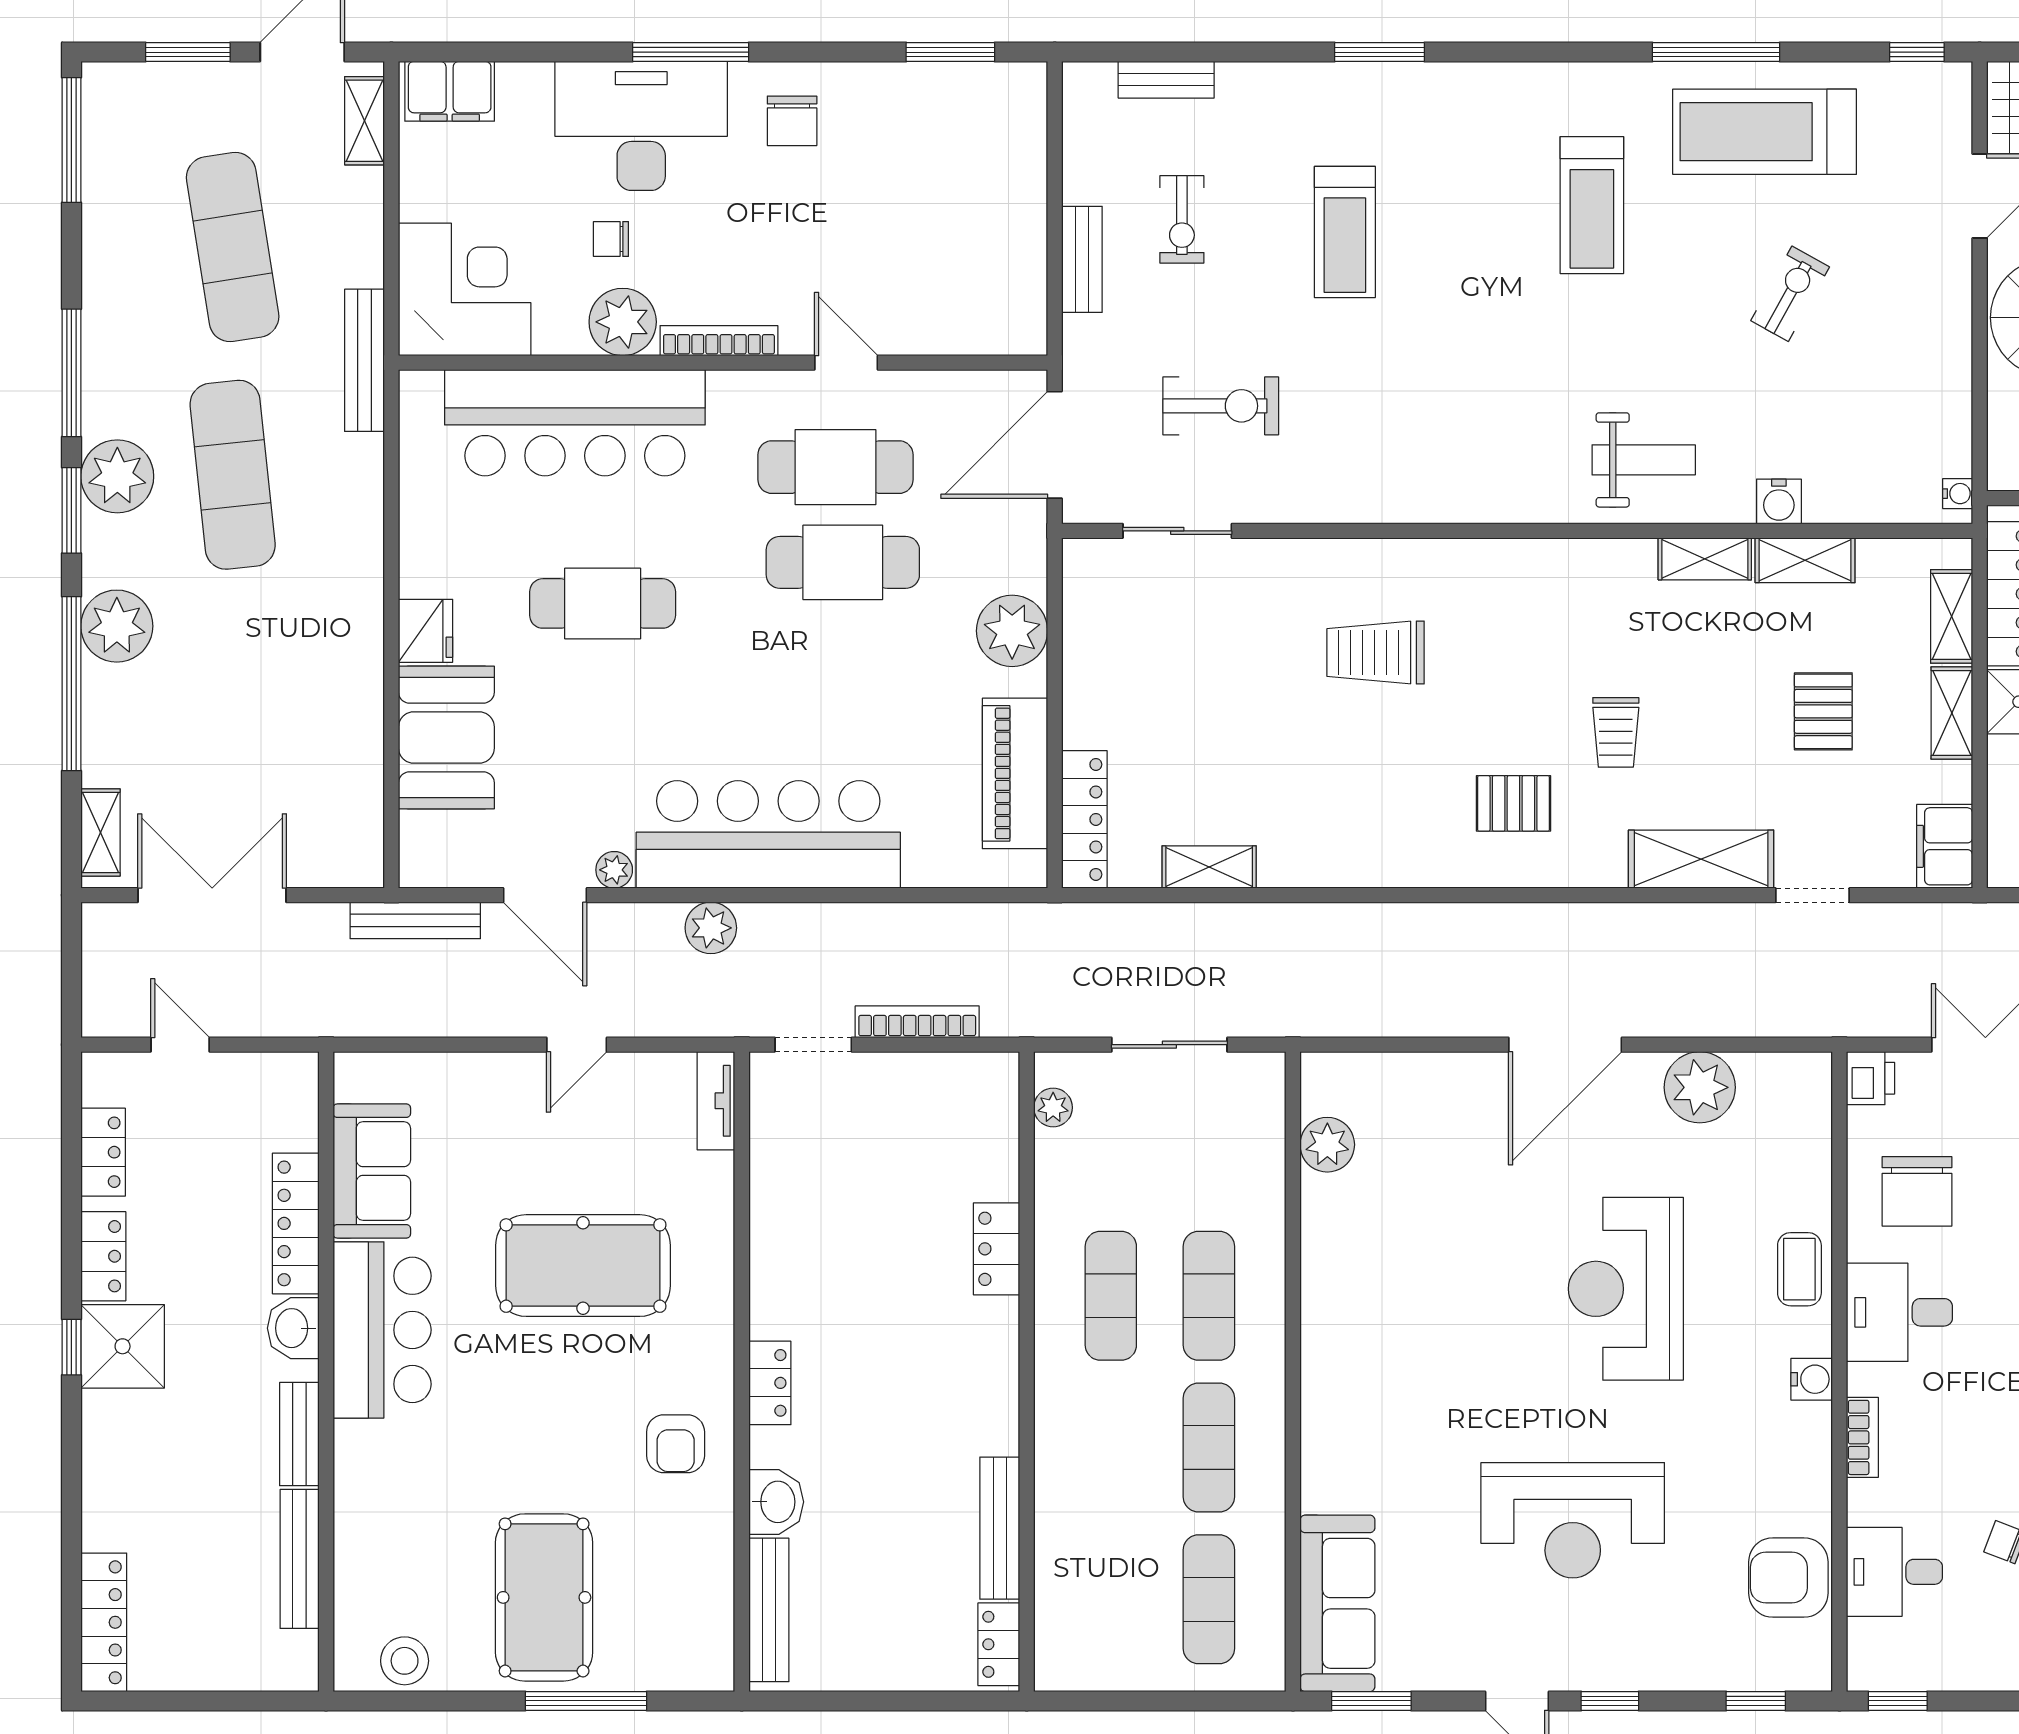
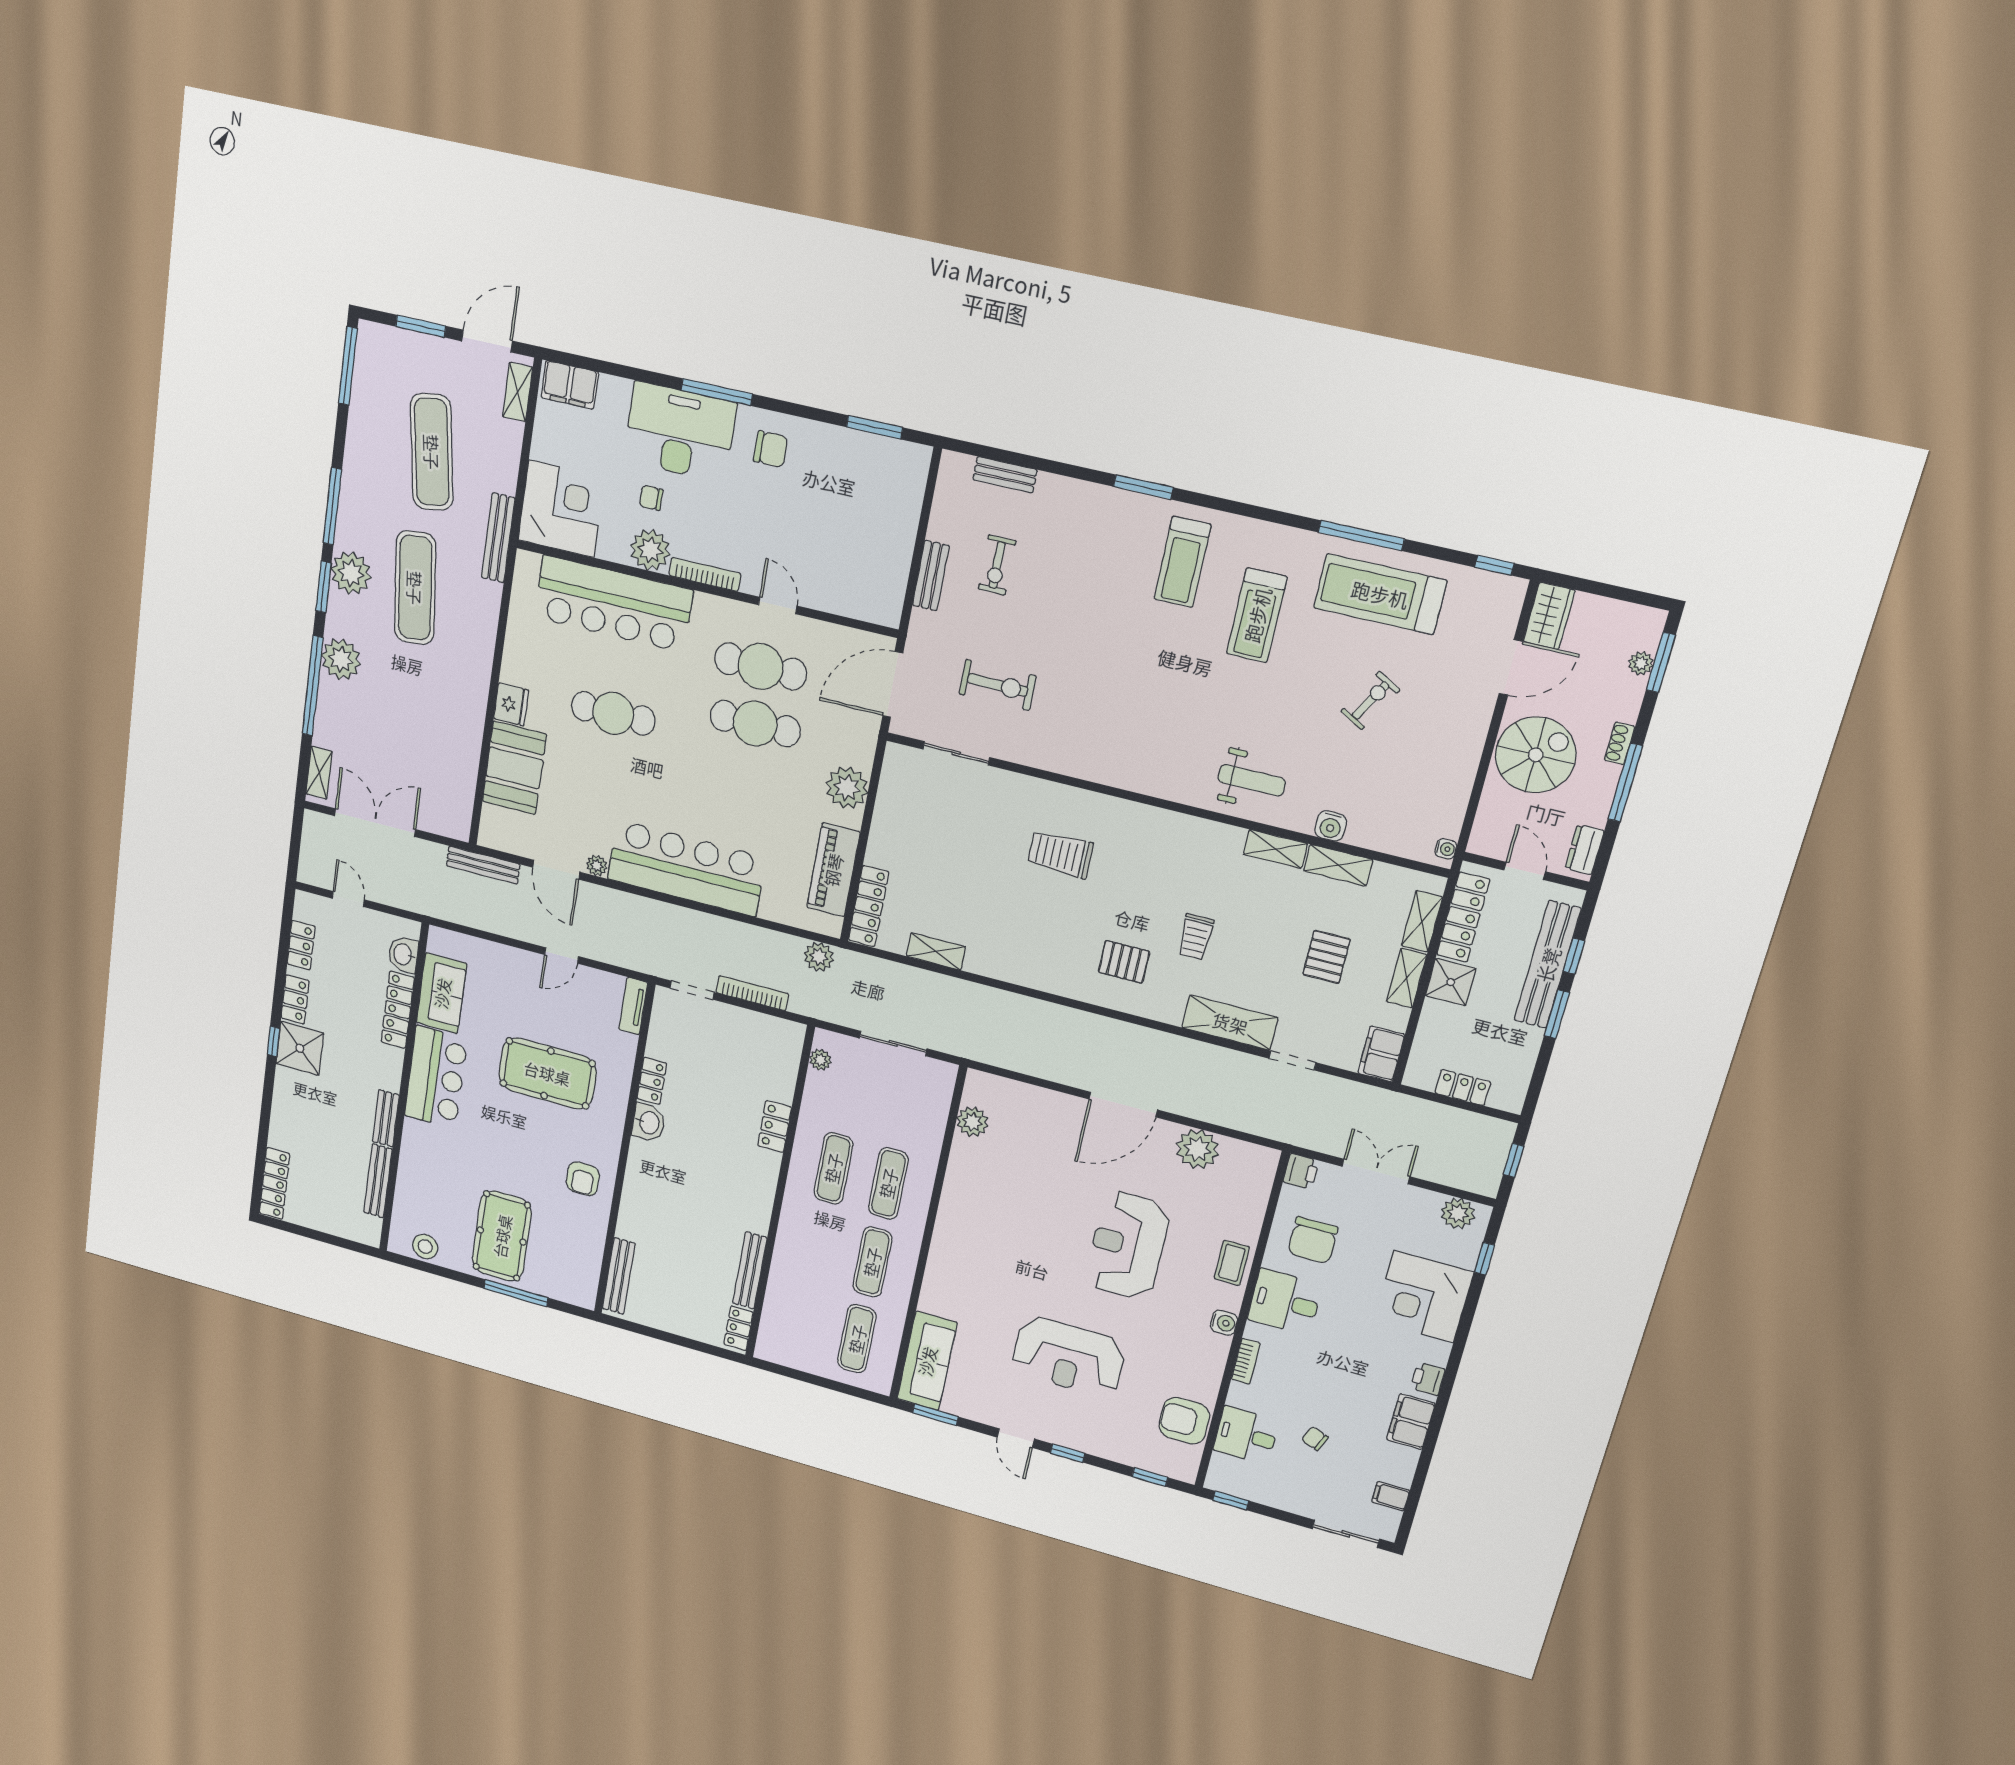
chair: (792, 121) -> (771, 449), turned -90
treadmill: (1345, 232) -> (1182, 562), moved
plant: (711, 928) -> (819, 957), moved
washbasin: (293, 1328) -> (403, 954), moved
locker: (770, 1383) -> (652, 1081), moved
washbasin: (776, 1502) -> (648, 1123), moved

